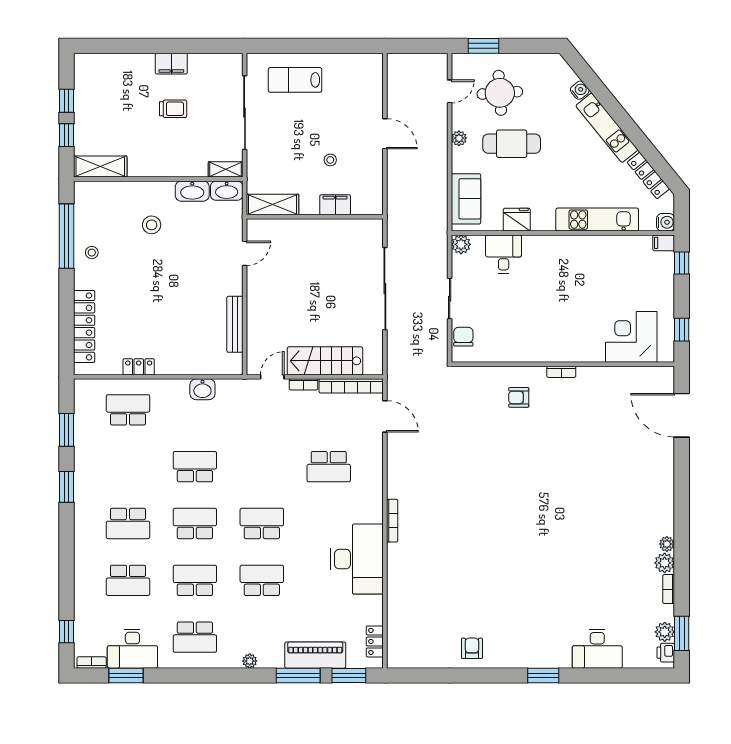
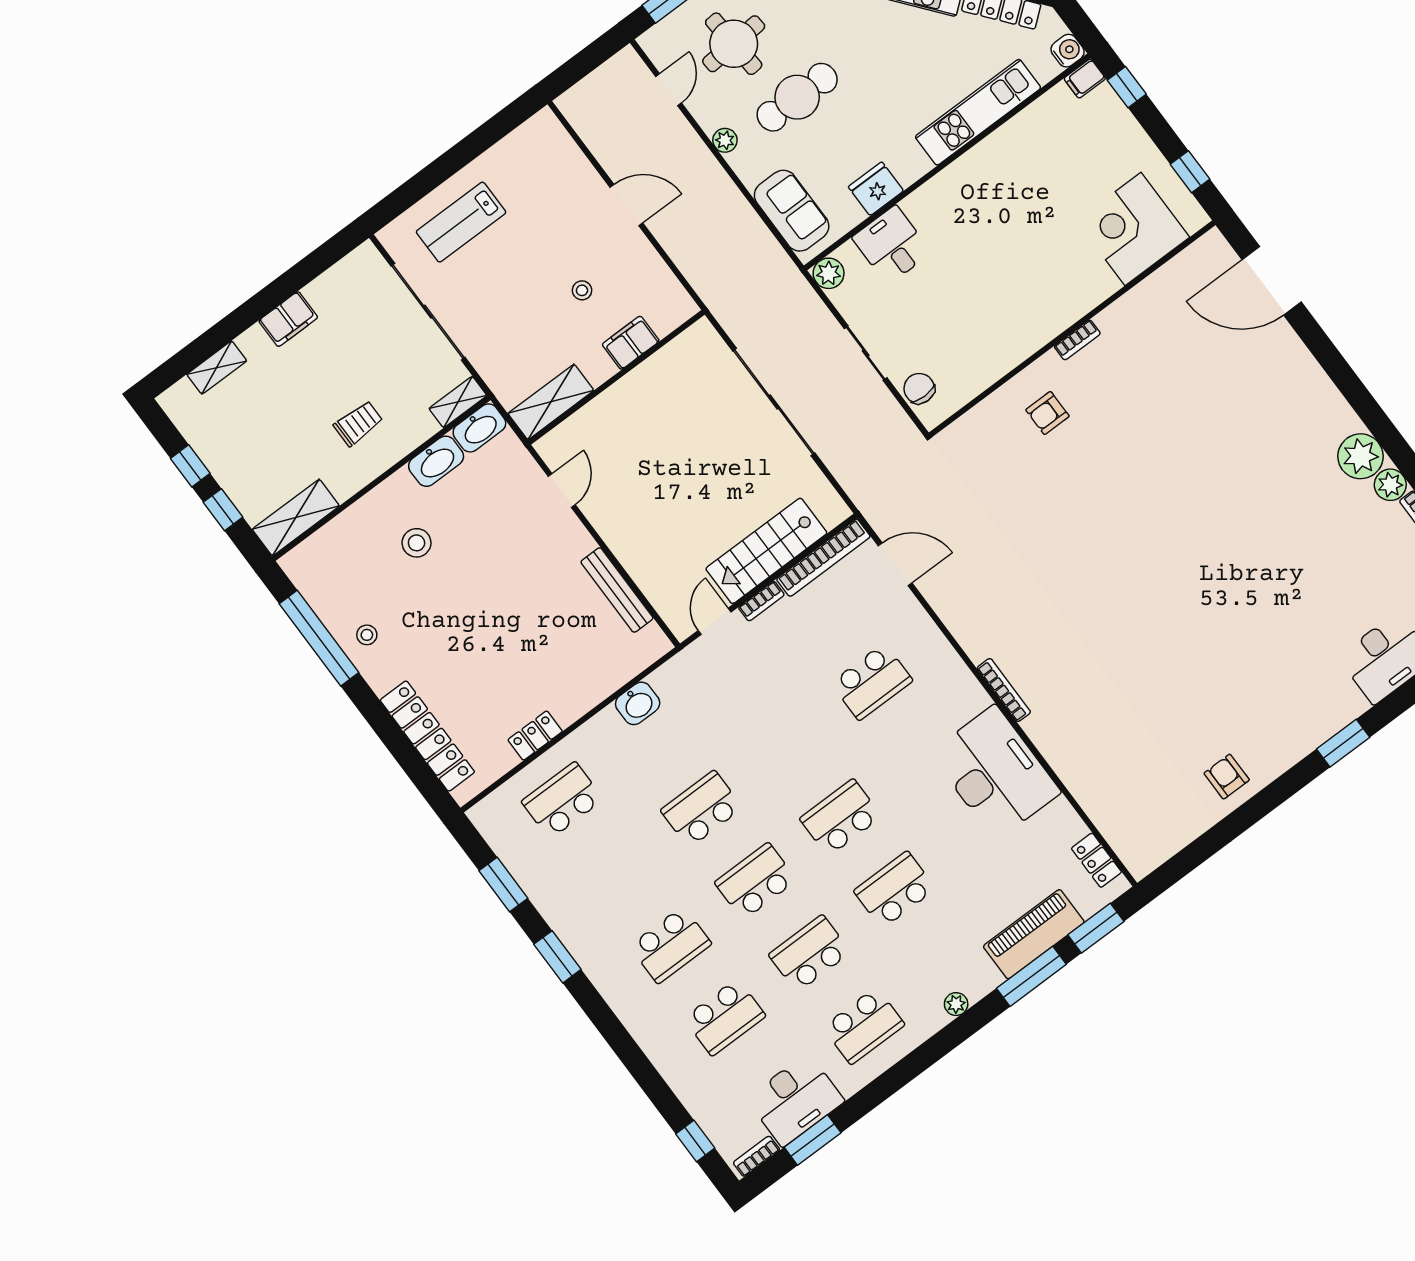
shelving: (117, 61) -> (217, 368), added
trolley: (173, 109) -> (358, 423), moved
plant: (667, 544) -> (1361, 456), width x1.88, depth x1.88

